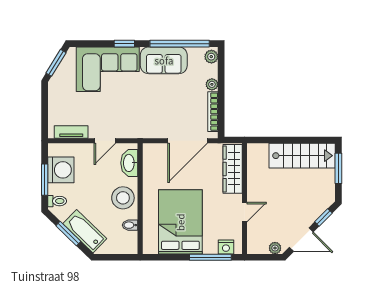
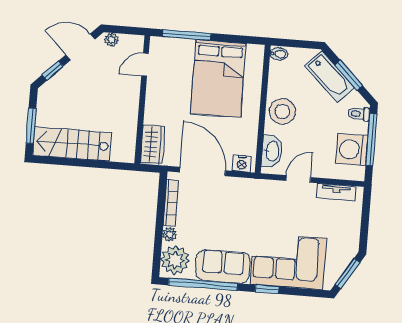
plant: (211, 57) -> (175, 260), width x1.88, depth x1.88
door: (188, 141) -> (203, 171), hinge flipped
wardrobe: (233, 169) -> (153, 144), width x0.67
window: (45, 180) -> (371, 140), width x1.44
door: (244, 212) -> (145, 65), moved
bidet: (130, 225) -> (279, 54), moved
nightstand: (226, 247) -> (242, 164), moved, turned 180

